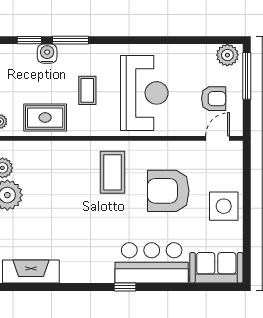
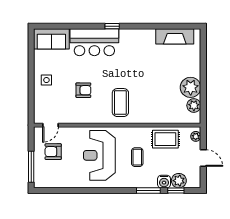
plant: (227, 55) -> (179, 181), moved
armchair: (168, 191) -> (83, 90), width x0.53, depth x0.53
side table: (224, 206) -> (46, 80), width x0.54, depth x0.54

